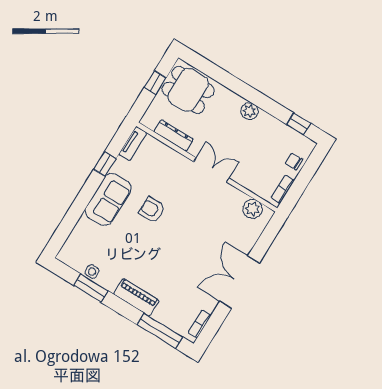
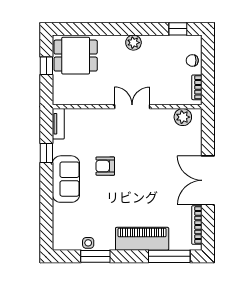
dresser: (173, 135) -> (86, 98), removed
piano: (136, 297) -> (142, 239), width x1.37, depth x1.33
bookcase: (200, 324) -> (197, 225), width x1.56

